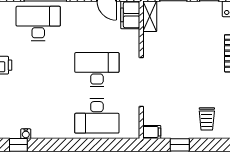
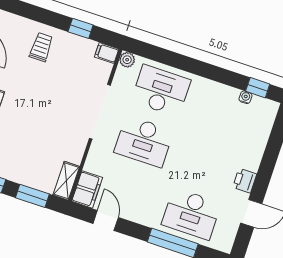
plant: (133, 132) -> (127, 60), added

